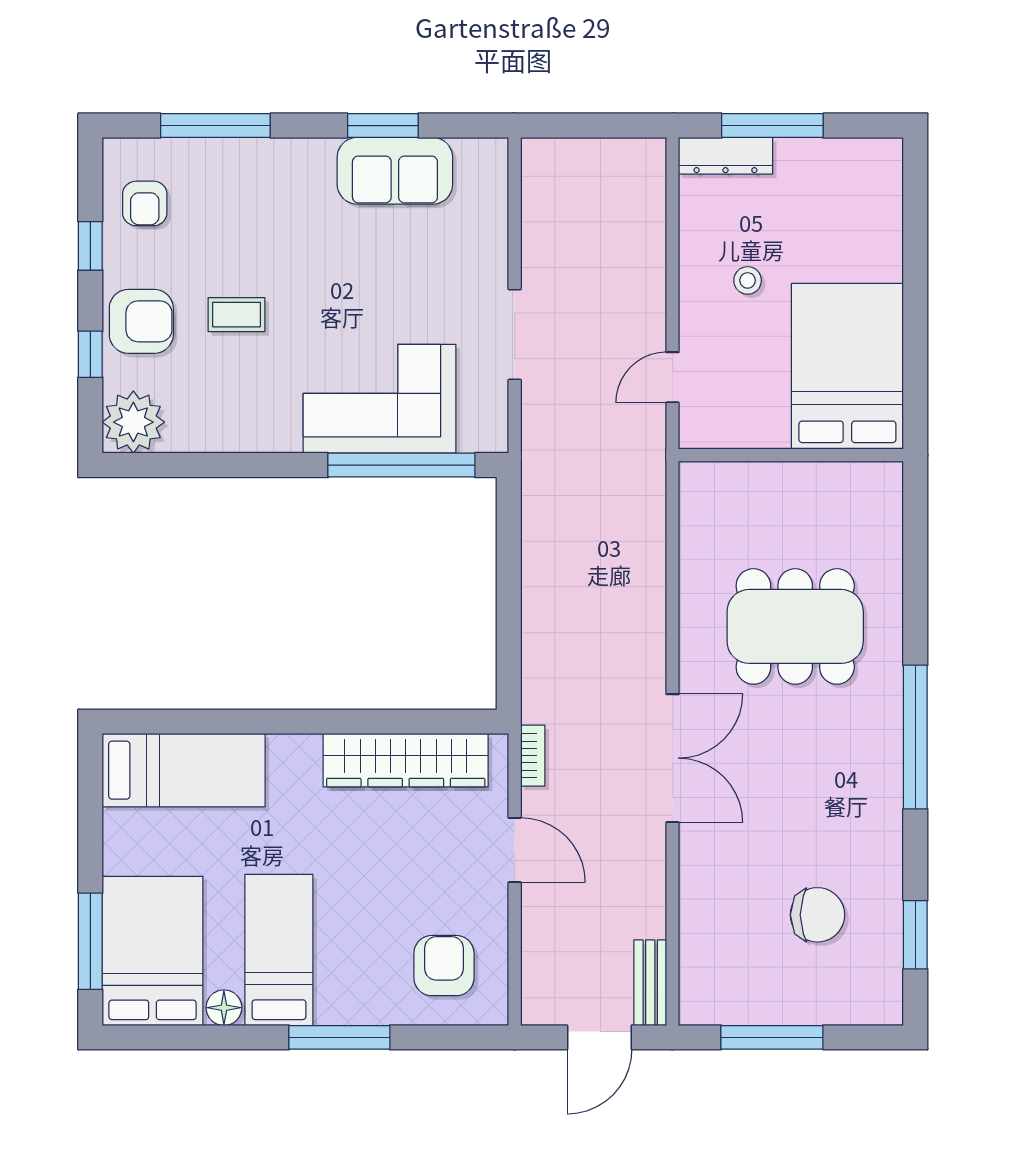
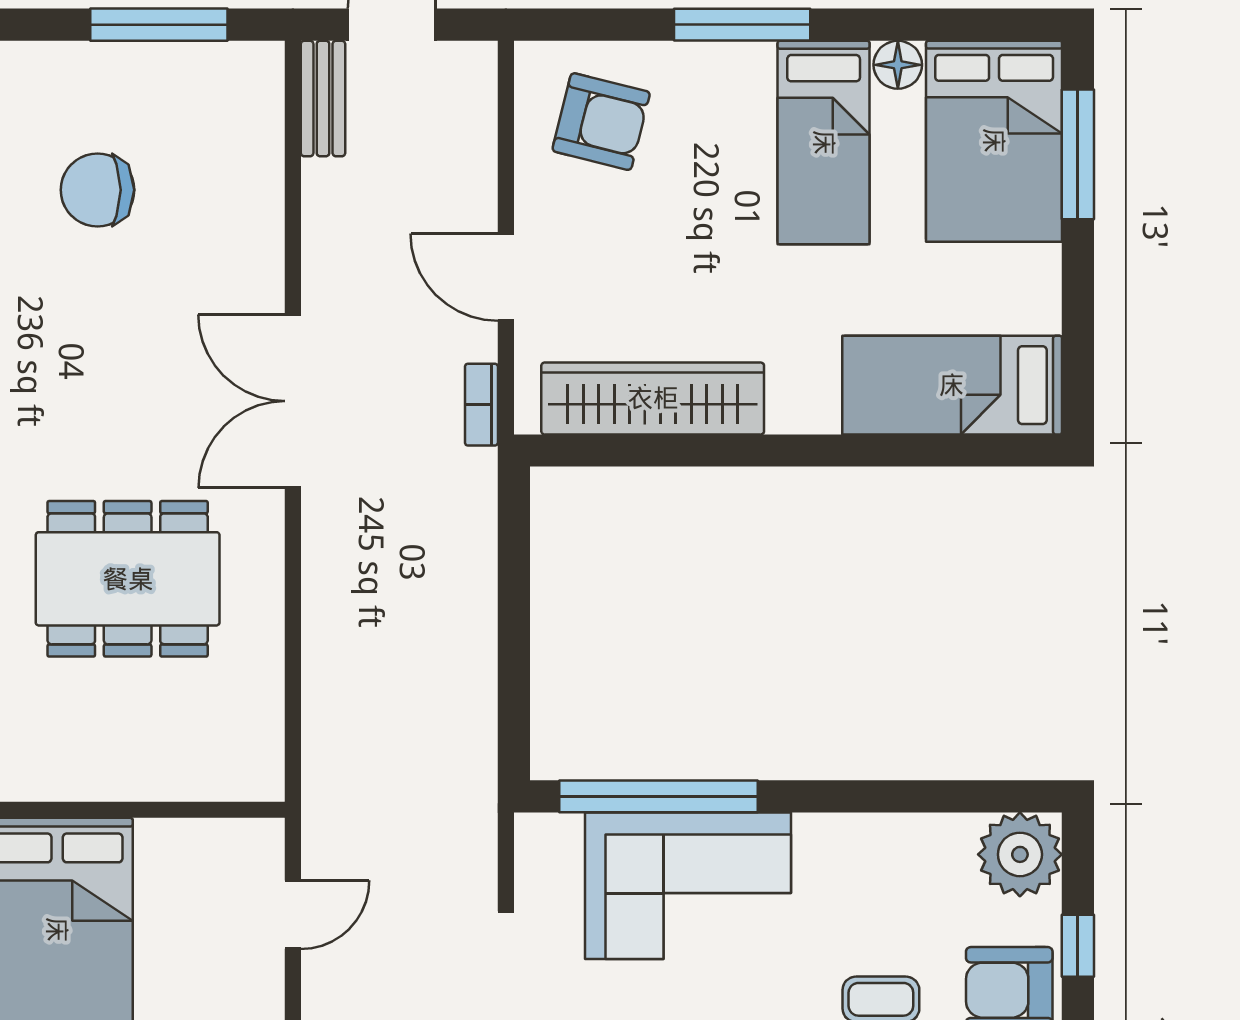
armchair: (444, 966) -> (601, 122), turned -76

